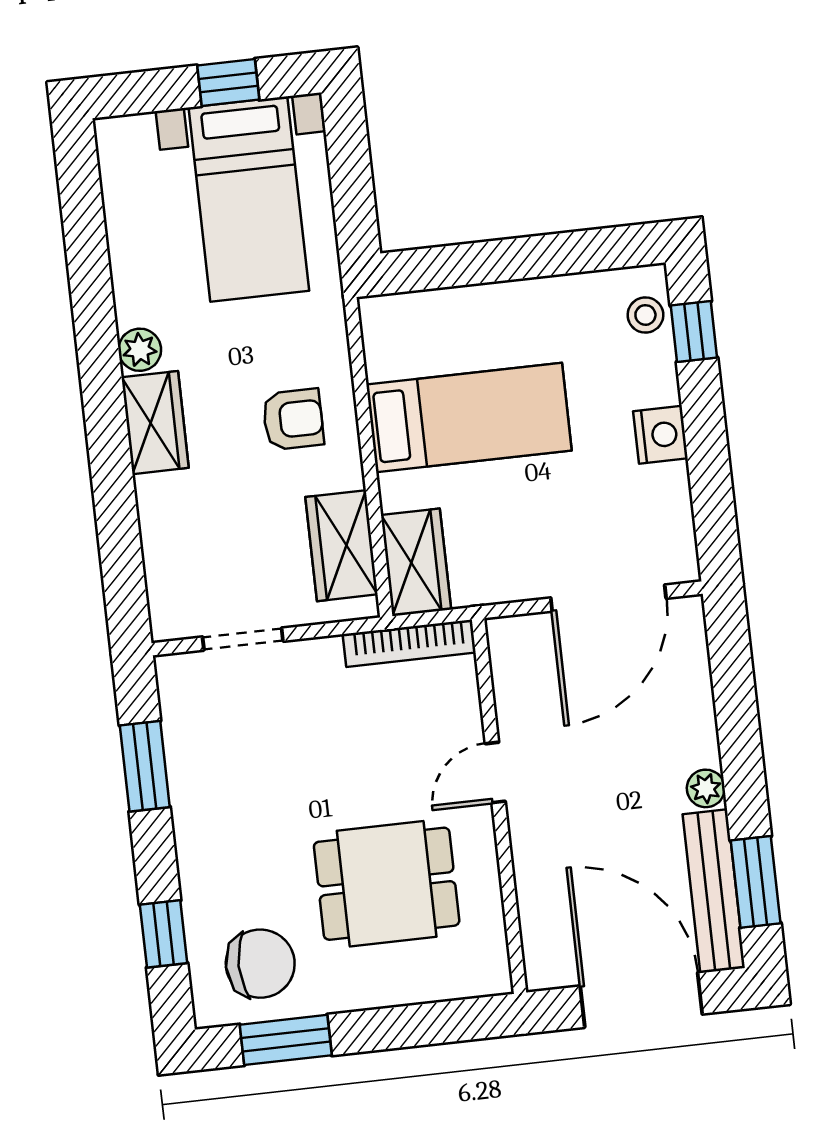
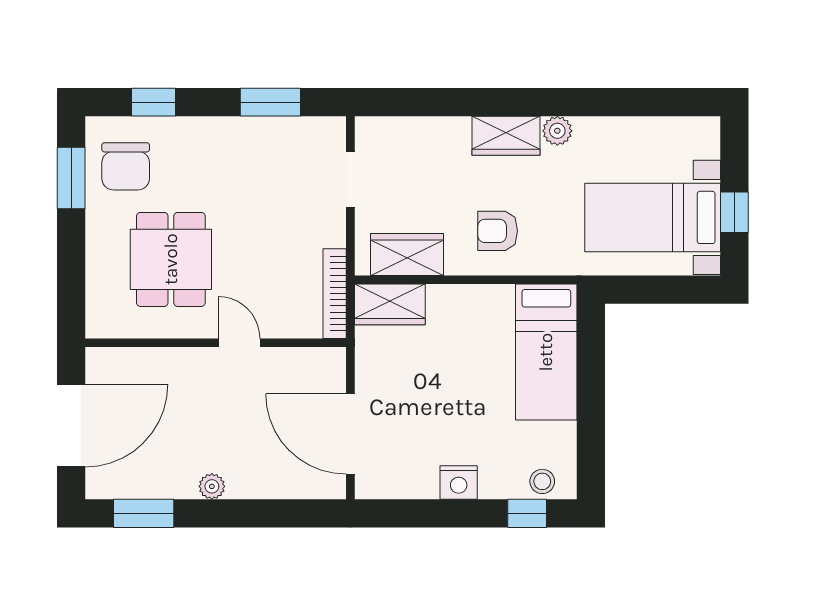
bed: (469, 418) -> (546, 352), moved
armchair: (293, 419) -> (498, 231), turned 90
bench: (714, 891) -> (141, 484), removed

